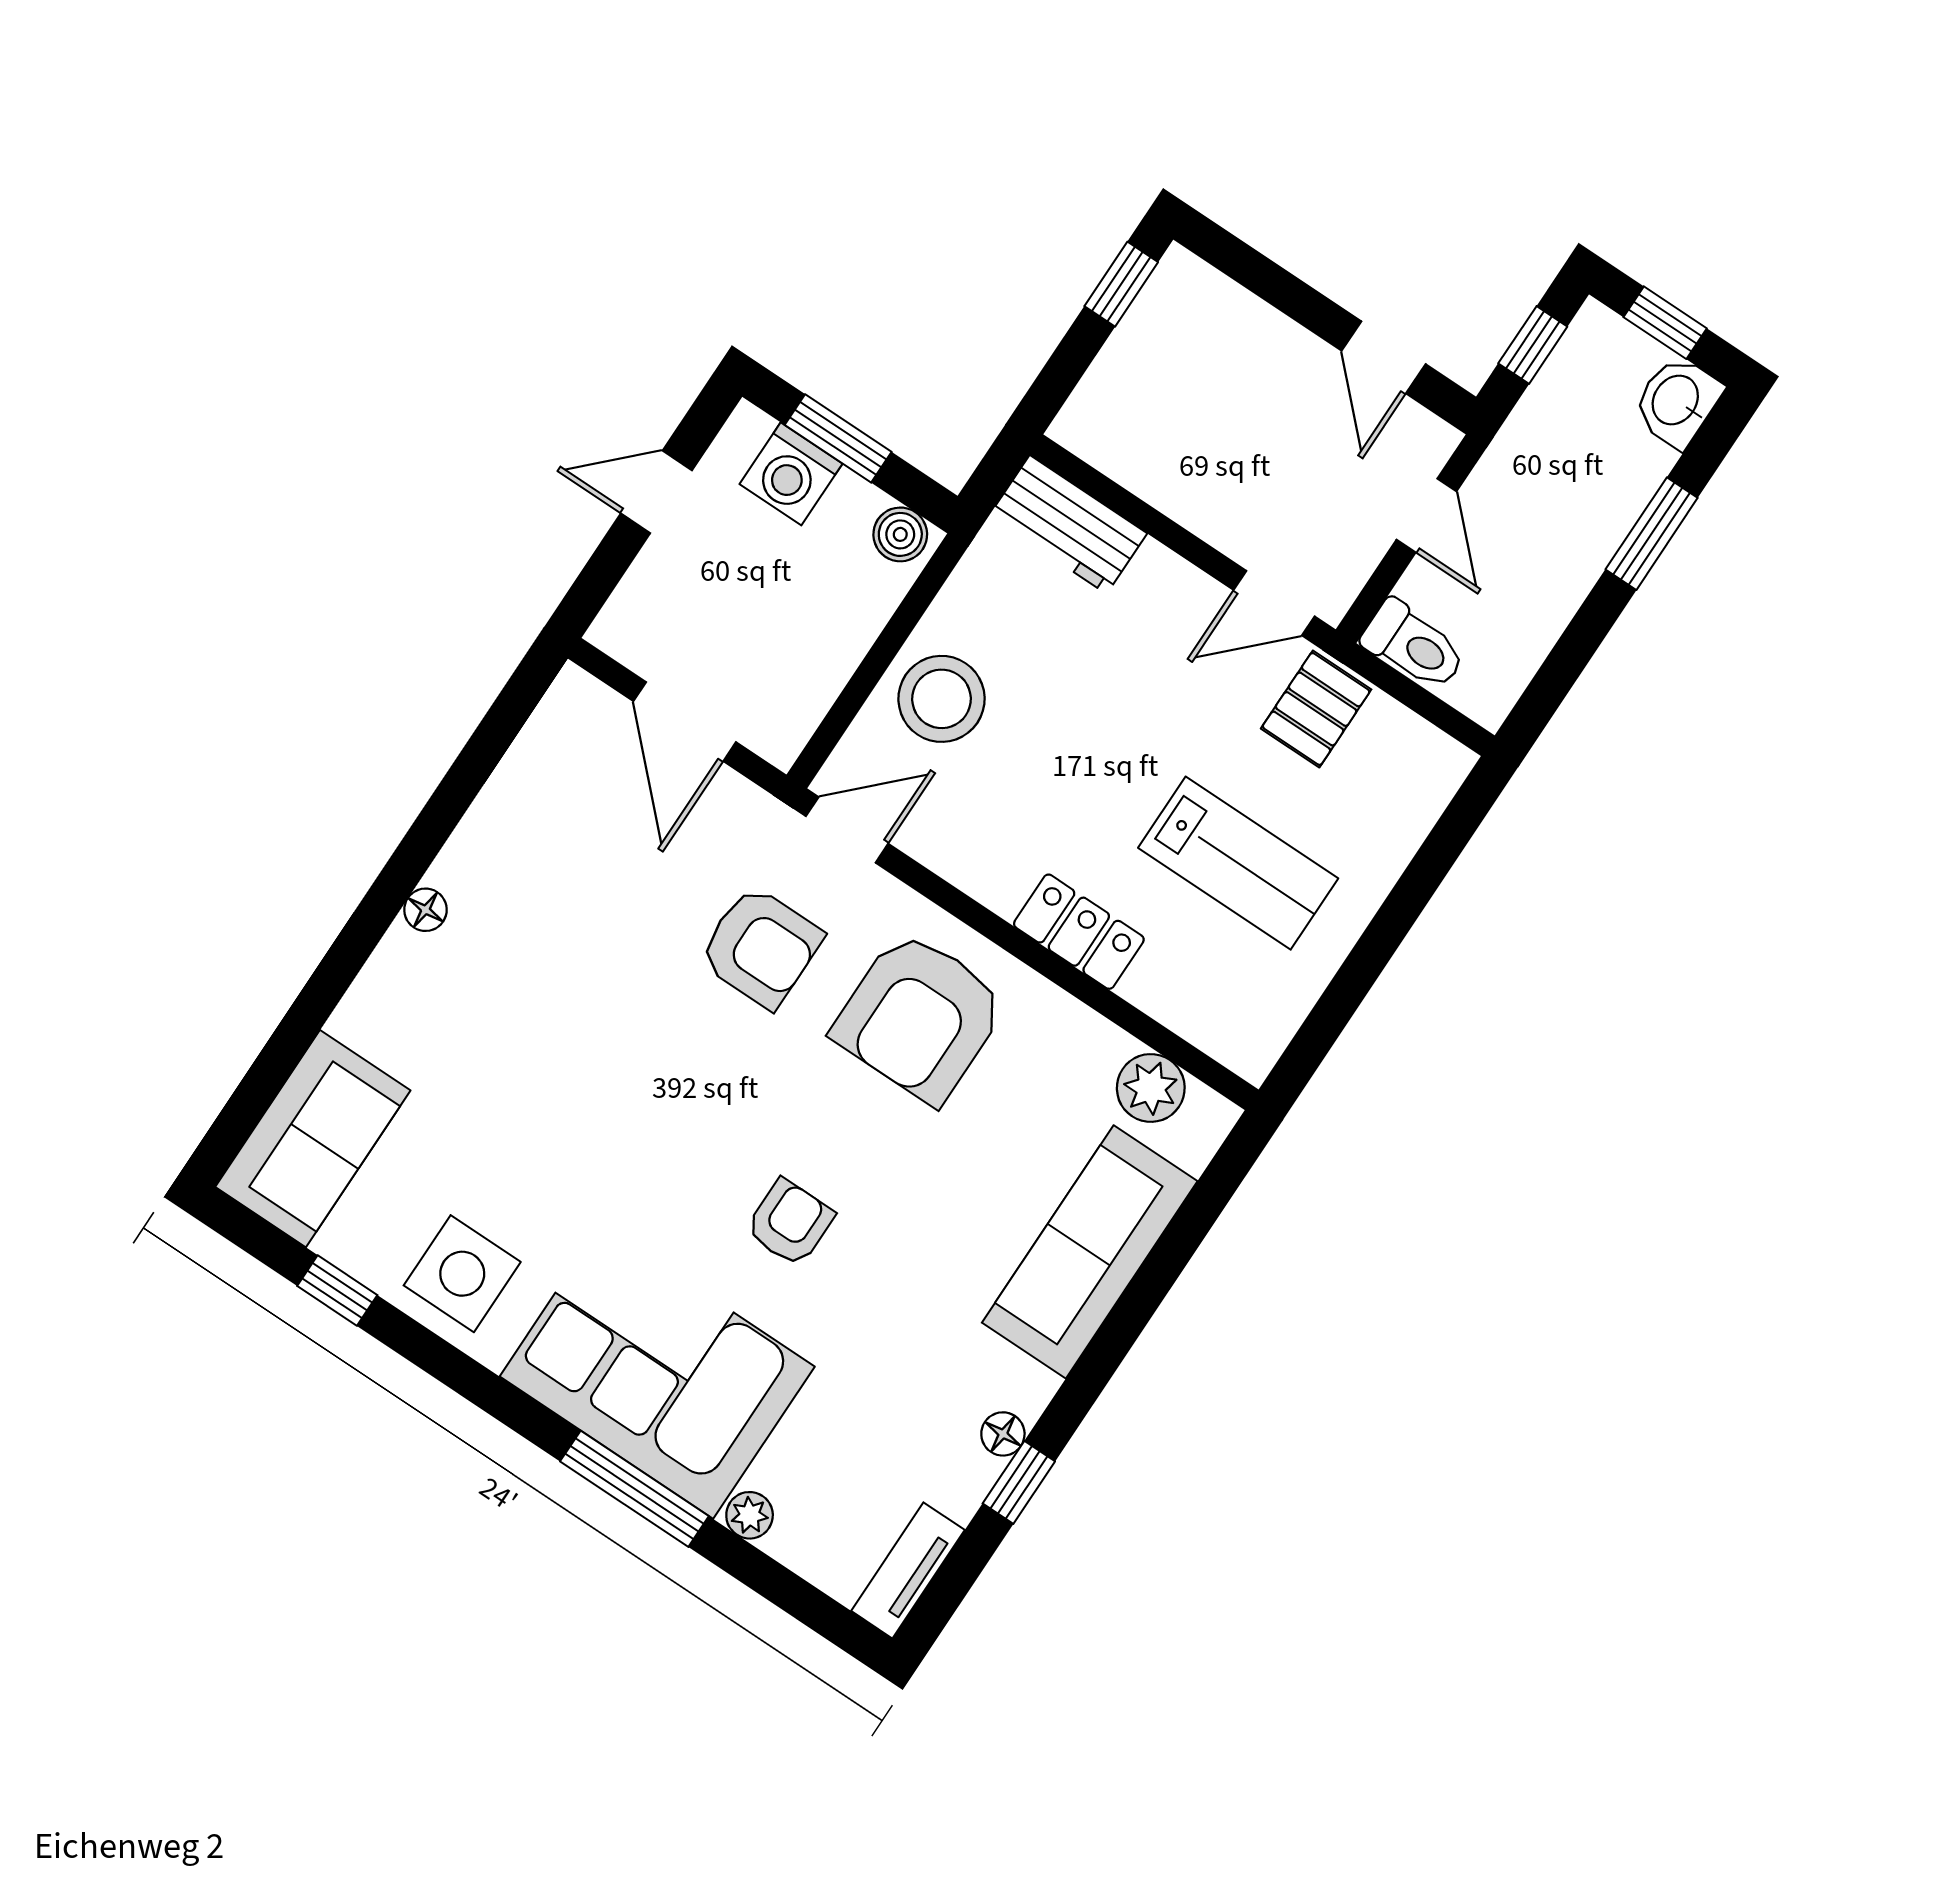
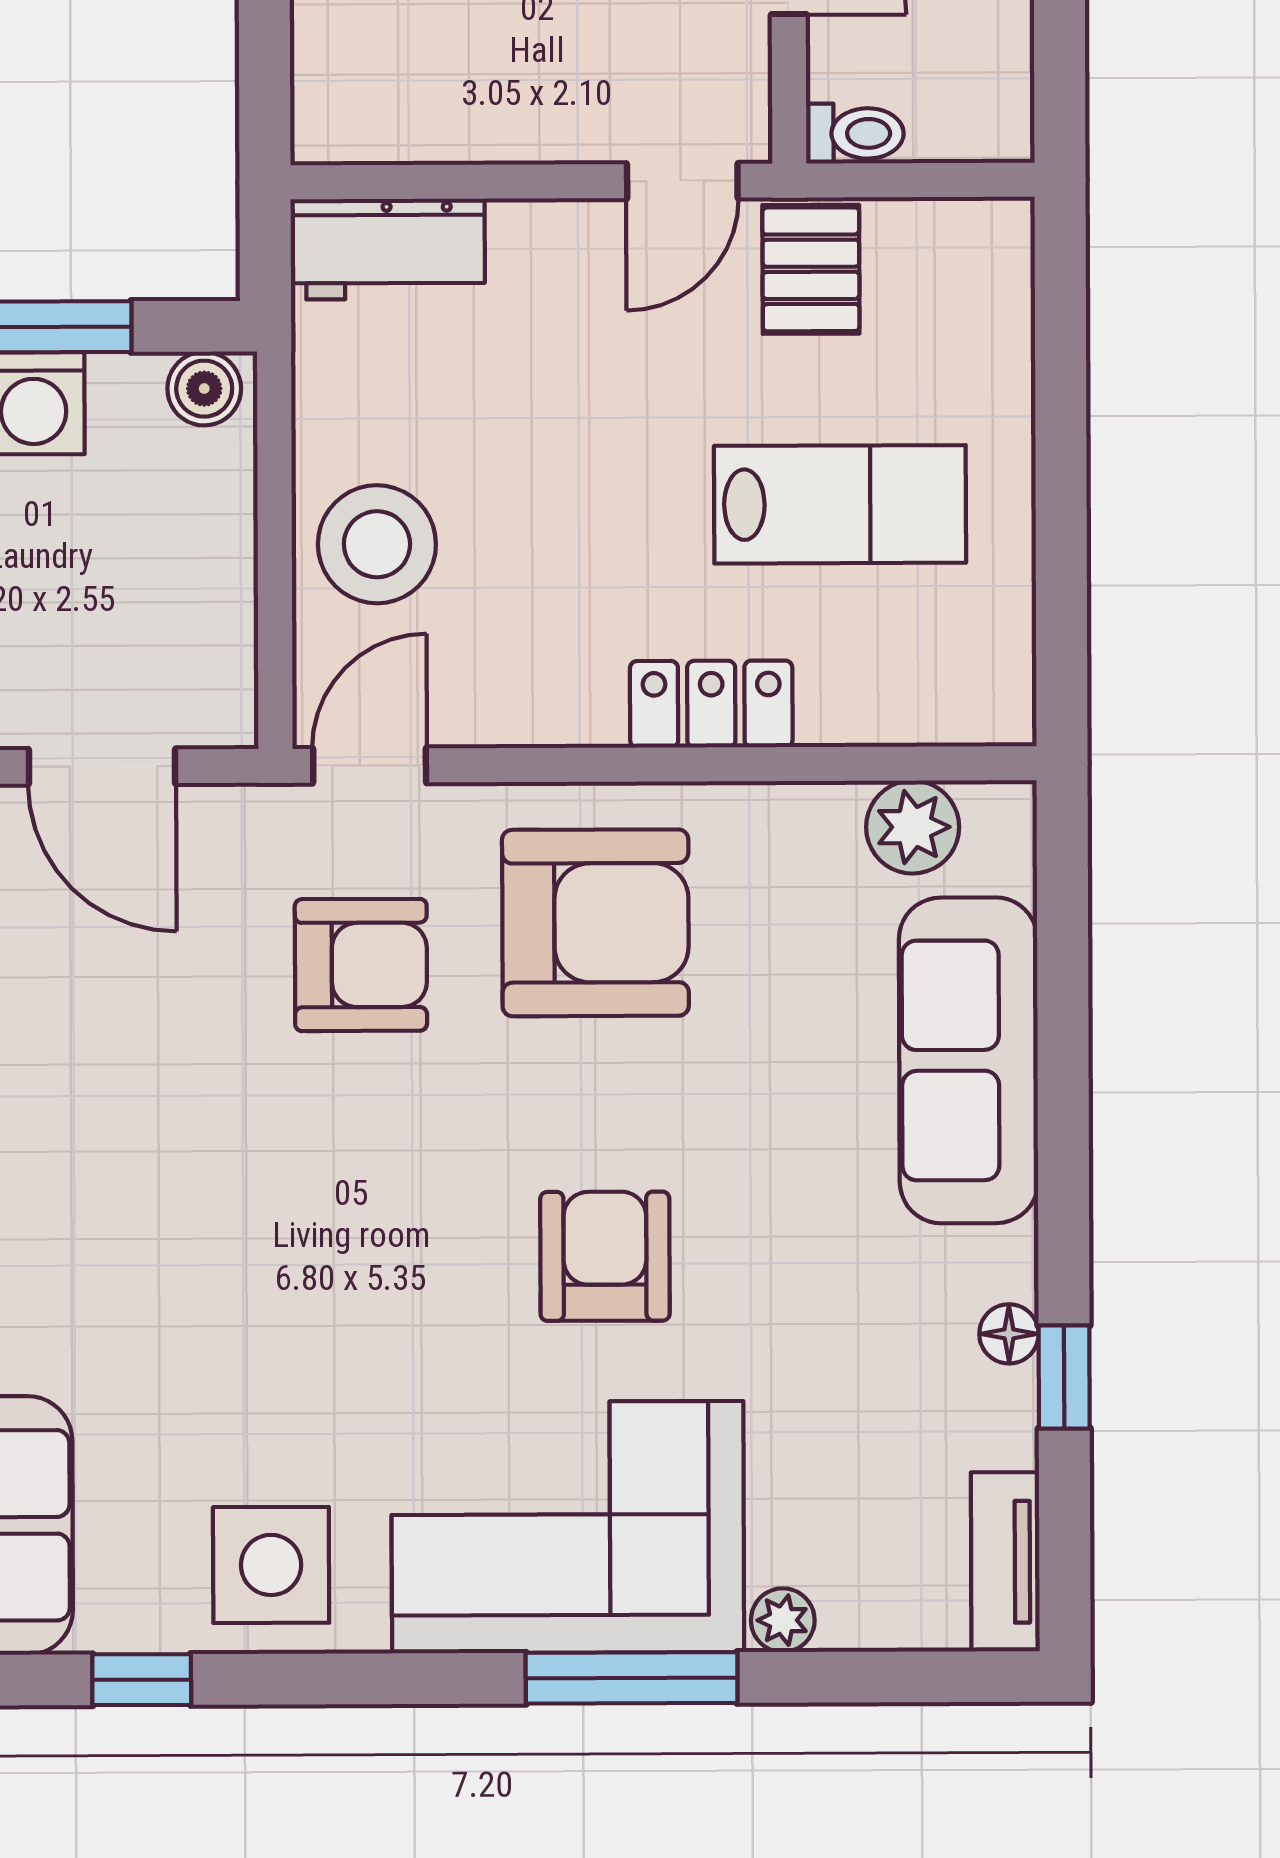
toilet: (1414, 646) -> (855, 133), width x0.73, depth x0.72
armchair: (920, 1017) -> (595, 923), turned -90
armchair: (790, 1223) -> (605, 1256), width x1.38, depth x1.38

